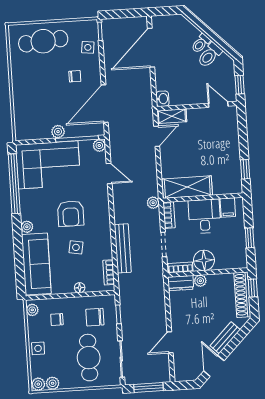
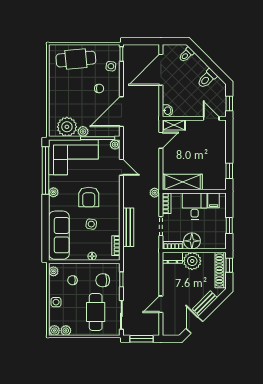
toilet: (201, 43) -> (186, 55), moved
plant: (37, 127) -> (67, 127), added
plant: (27, 227) -> (53, 192), moved
plant: (200, 281) -> (192, 261), width x1.88, depth x1.88

